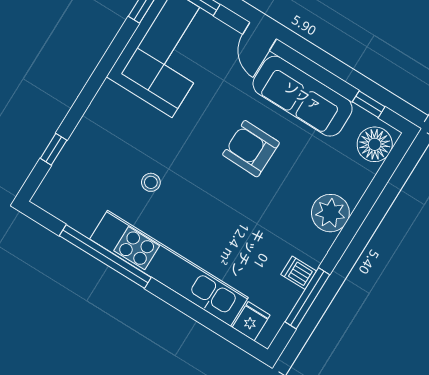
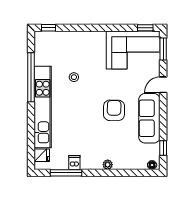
floor lamp: (375, 144) -> (152, 165), width x0.53, depth x0.53
window: (54, 149) -> (48, 28), moved
plant: (330, 213) -> (108, 165), width x0.53, depth x0.53

